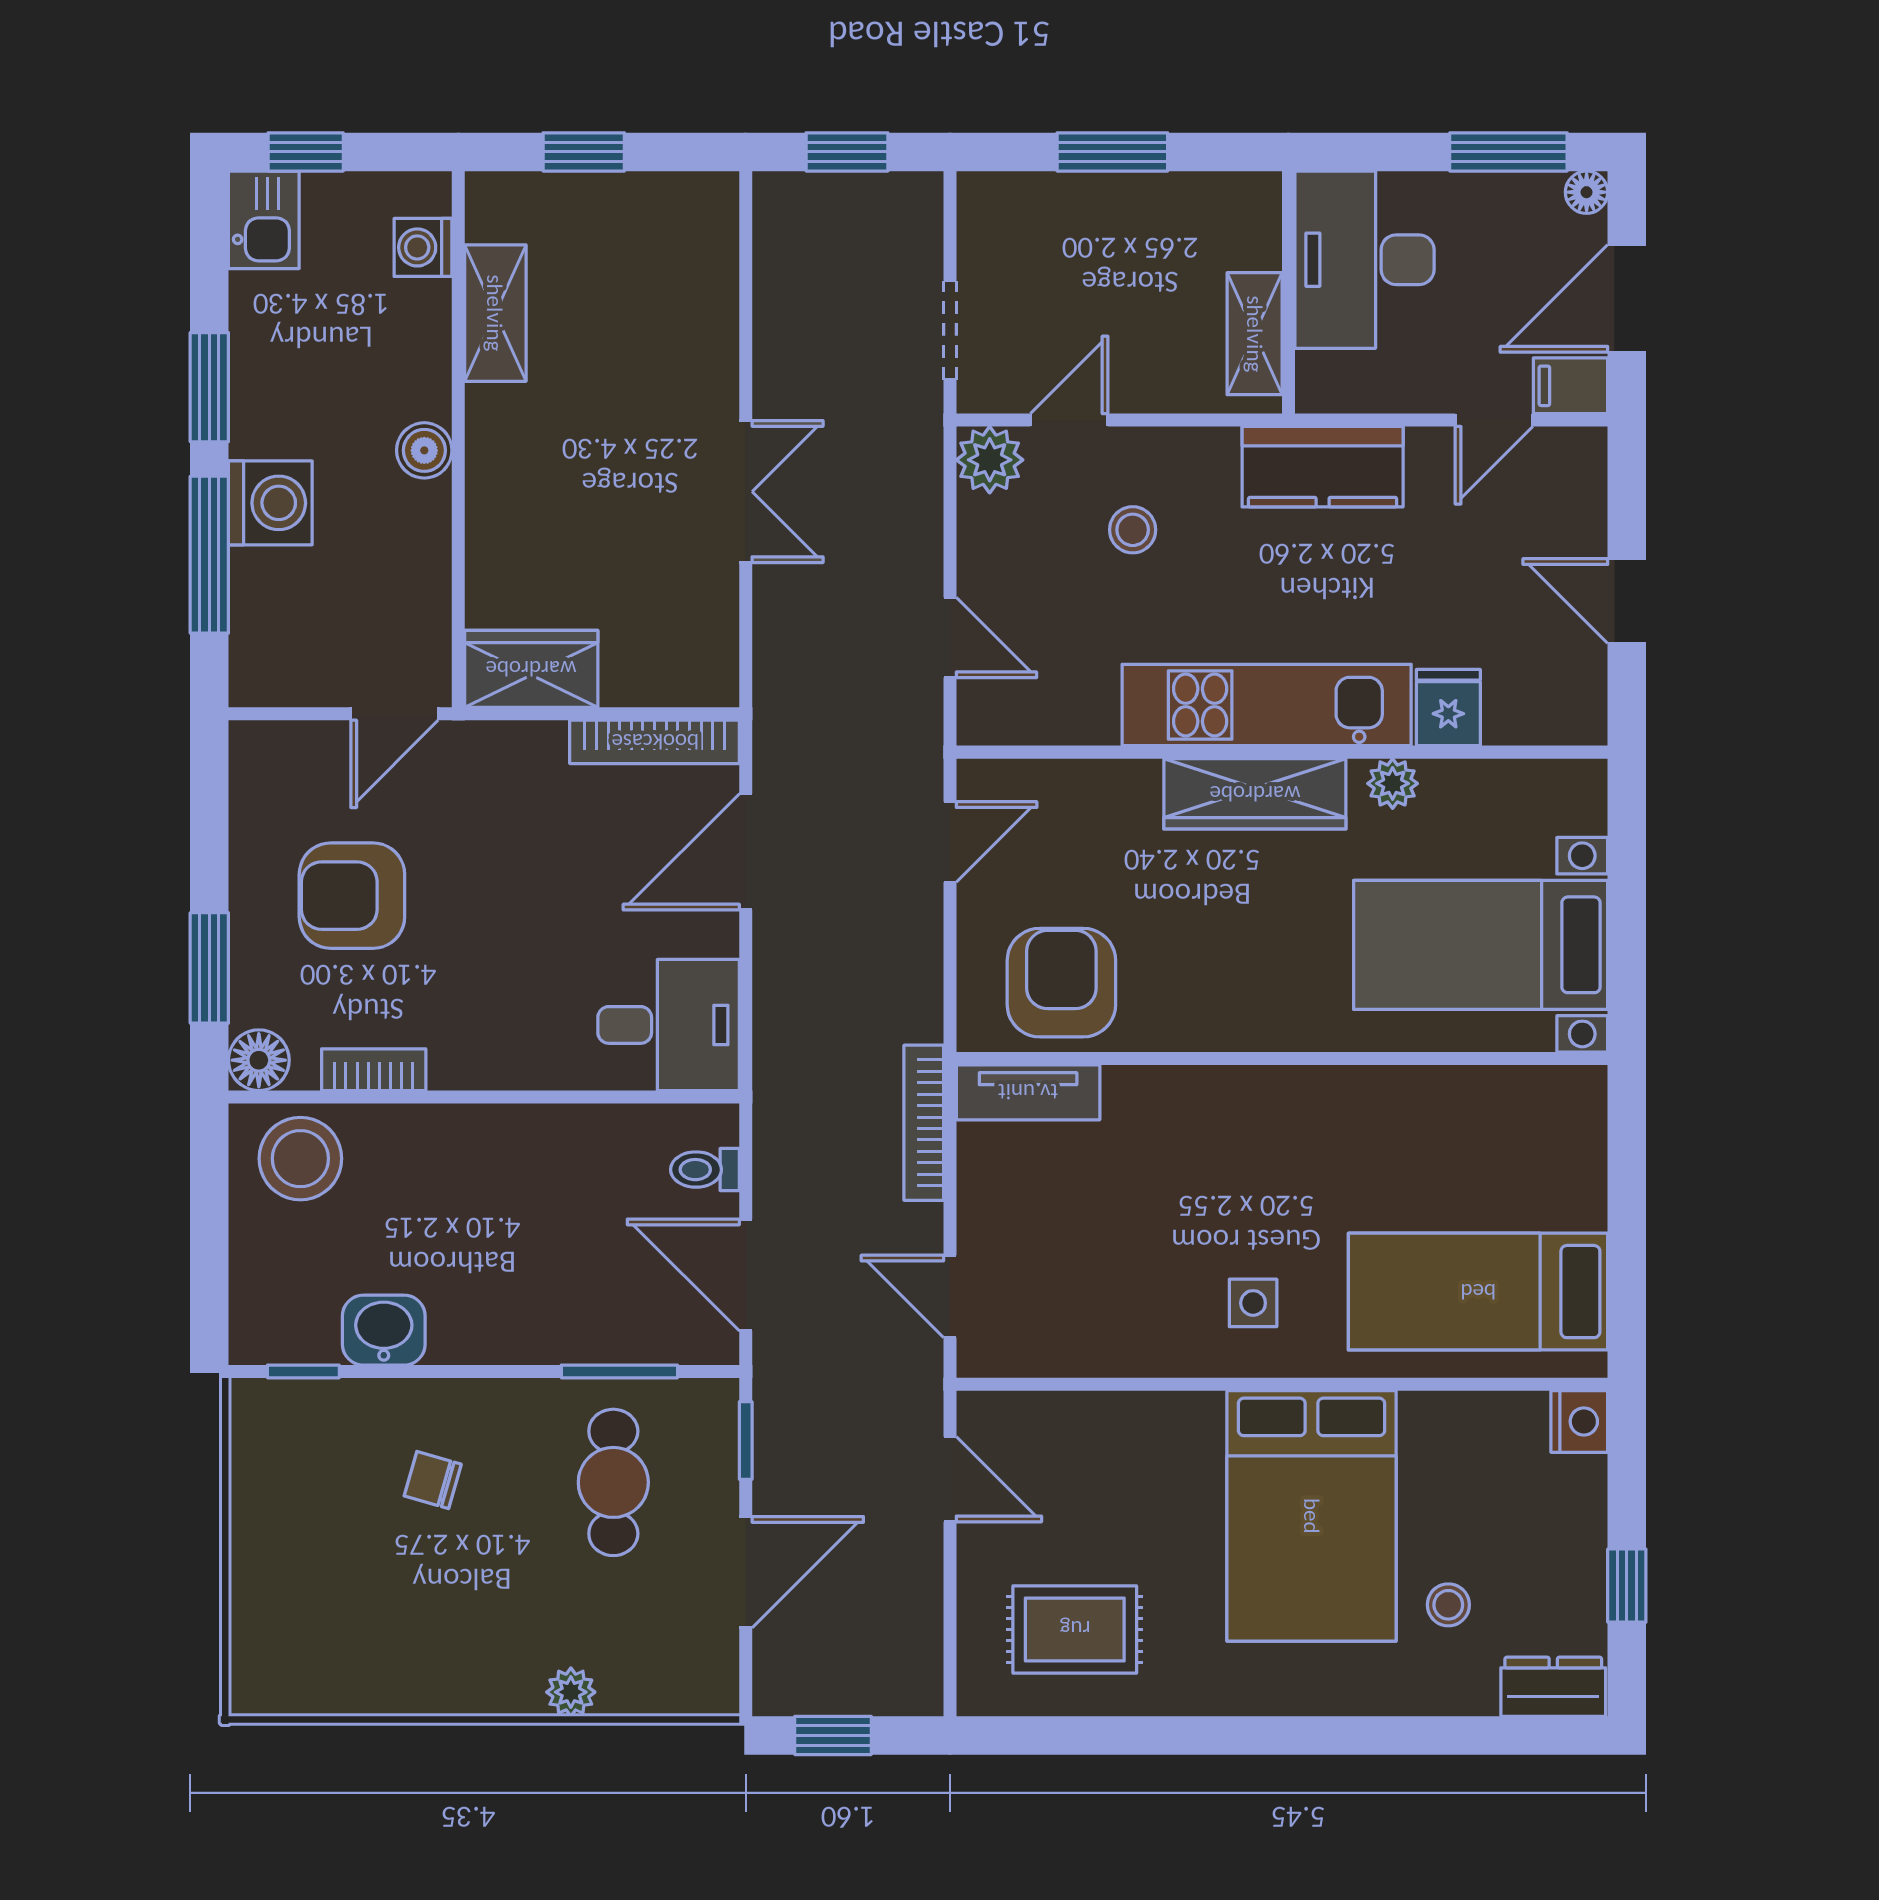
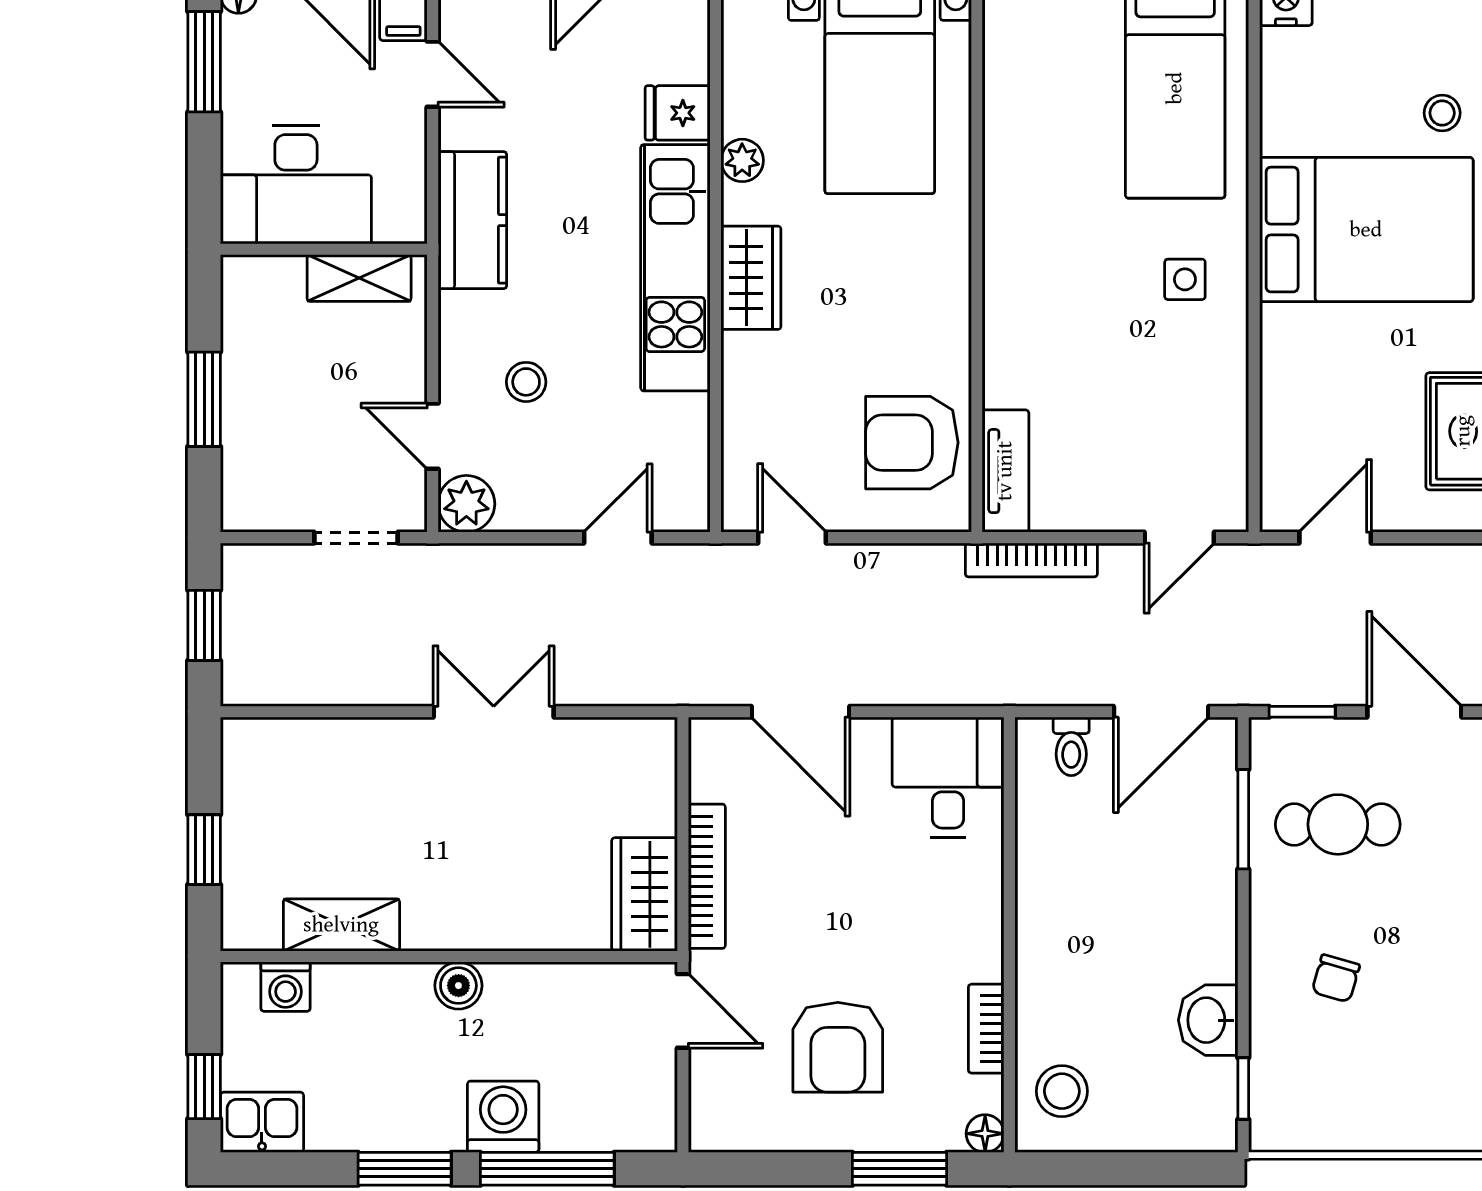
bookcase: (655, 742) -> (707, 876), moved
wardrobe: (1255, 794) -> (751, 278), width x0.67
floor lamp: (259, 1060) -> (985, 1134), width x0.73, depth x0.73
stool: (300, 1159) -> (1062, 1091), width x0.73, depth x0.73

